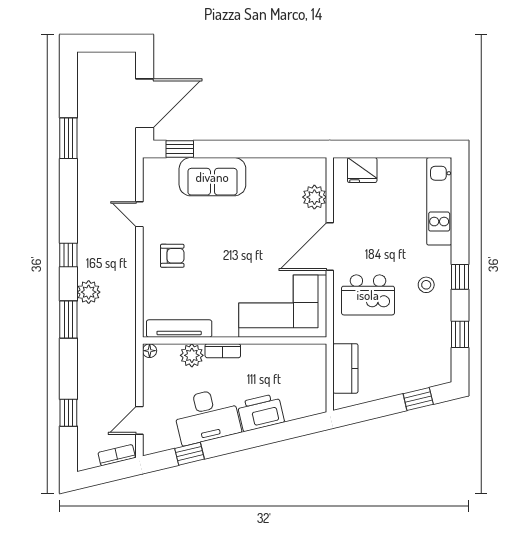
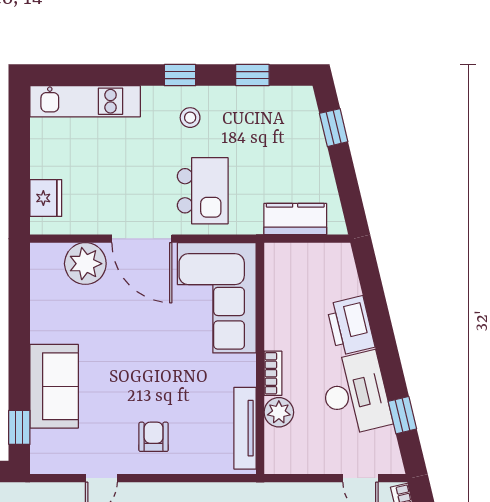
plant: (314, 197) -> (85, 264), width x1.36, depth x1.36
floor lamp: (150, 351) -> (273, 465), removed

